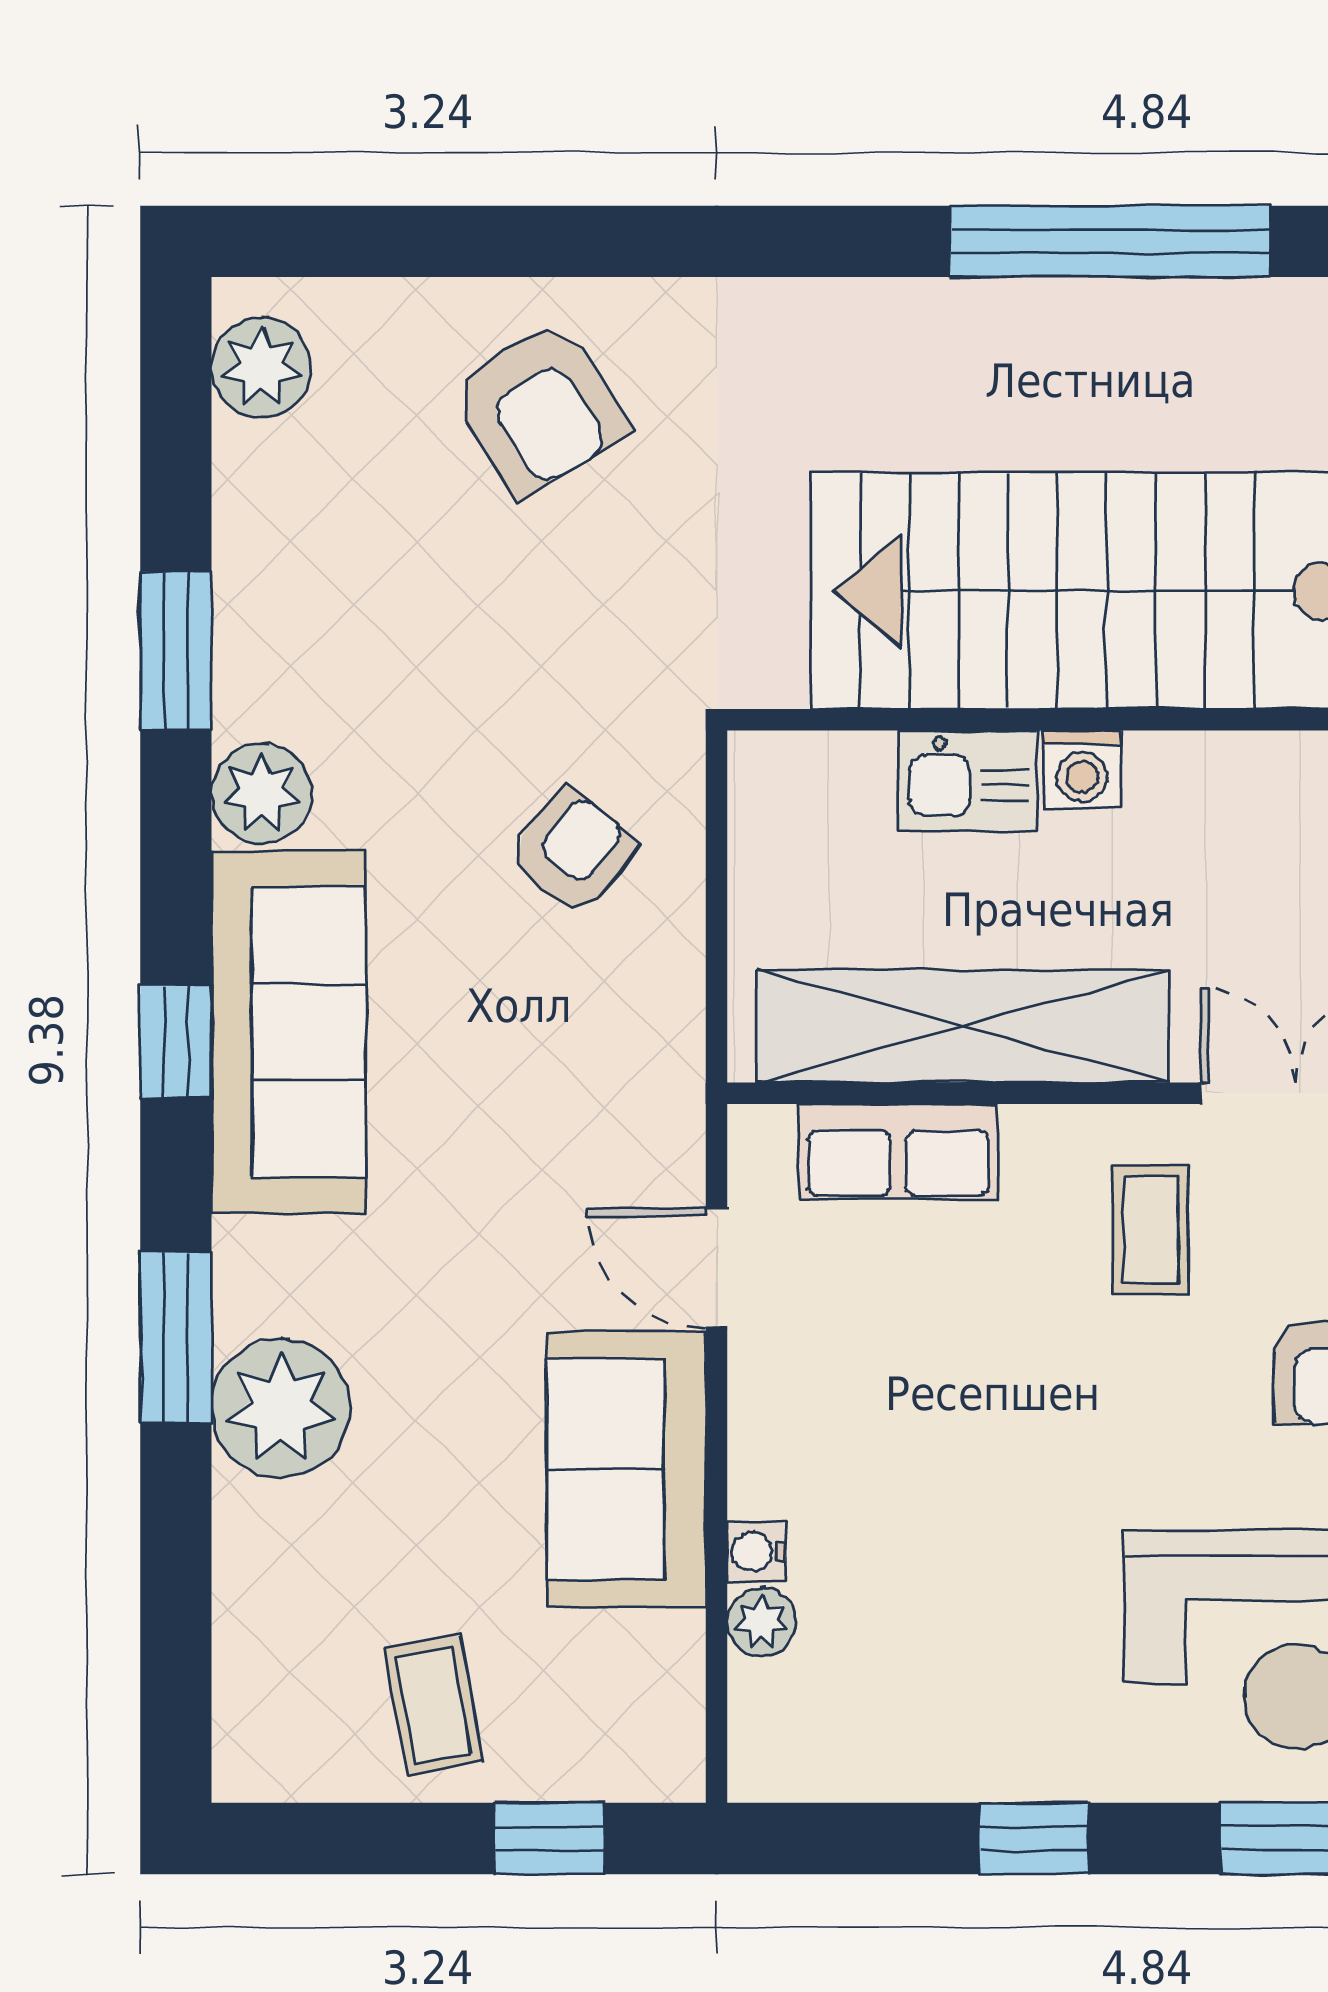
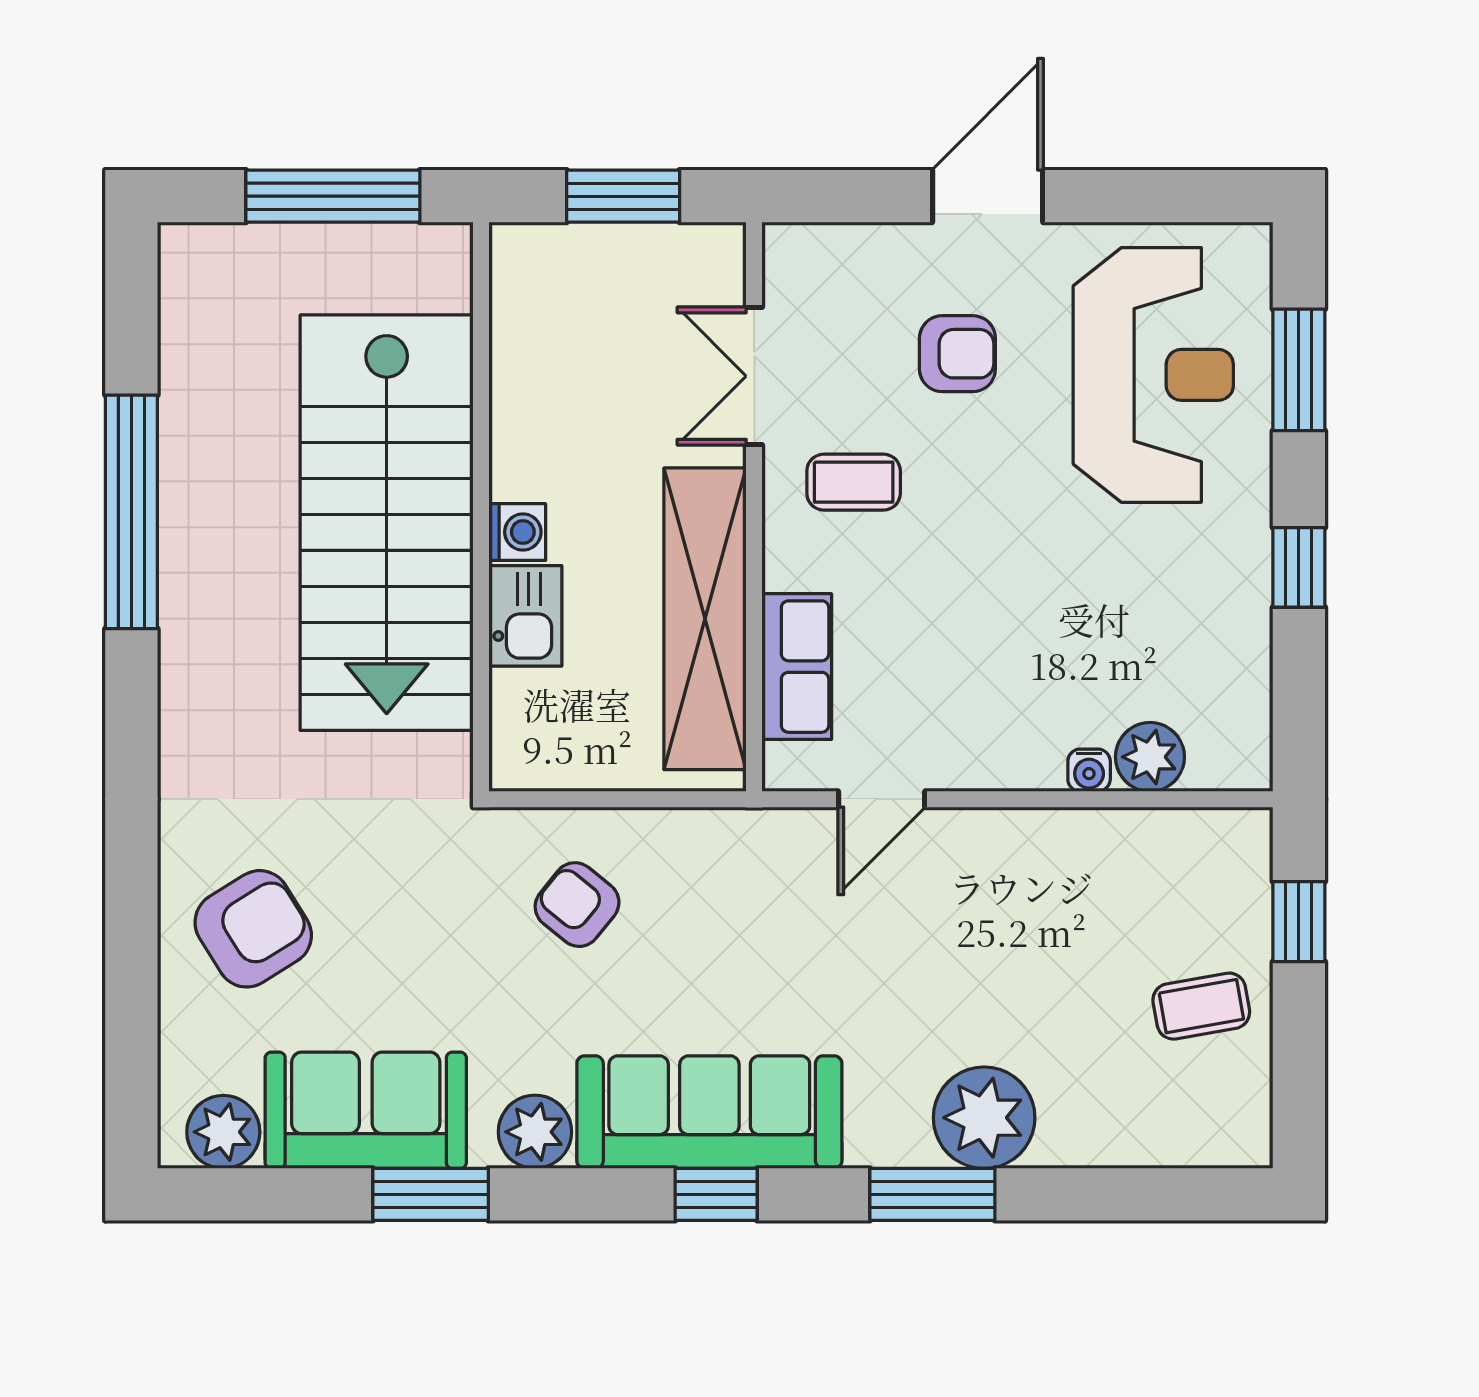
sofa: (626, 1469) -> (366, 1110), moved, turned 180
plant: (762, 1622) -> (1150, 757), width x1.38, depth x1.38

